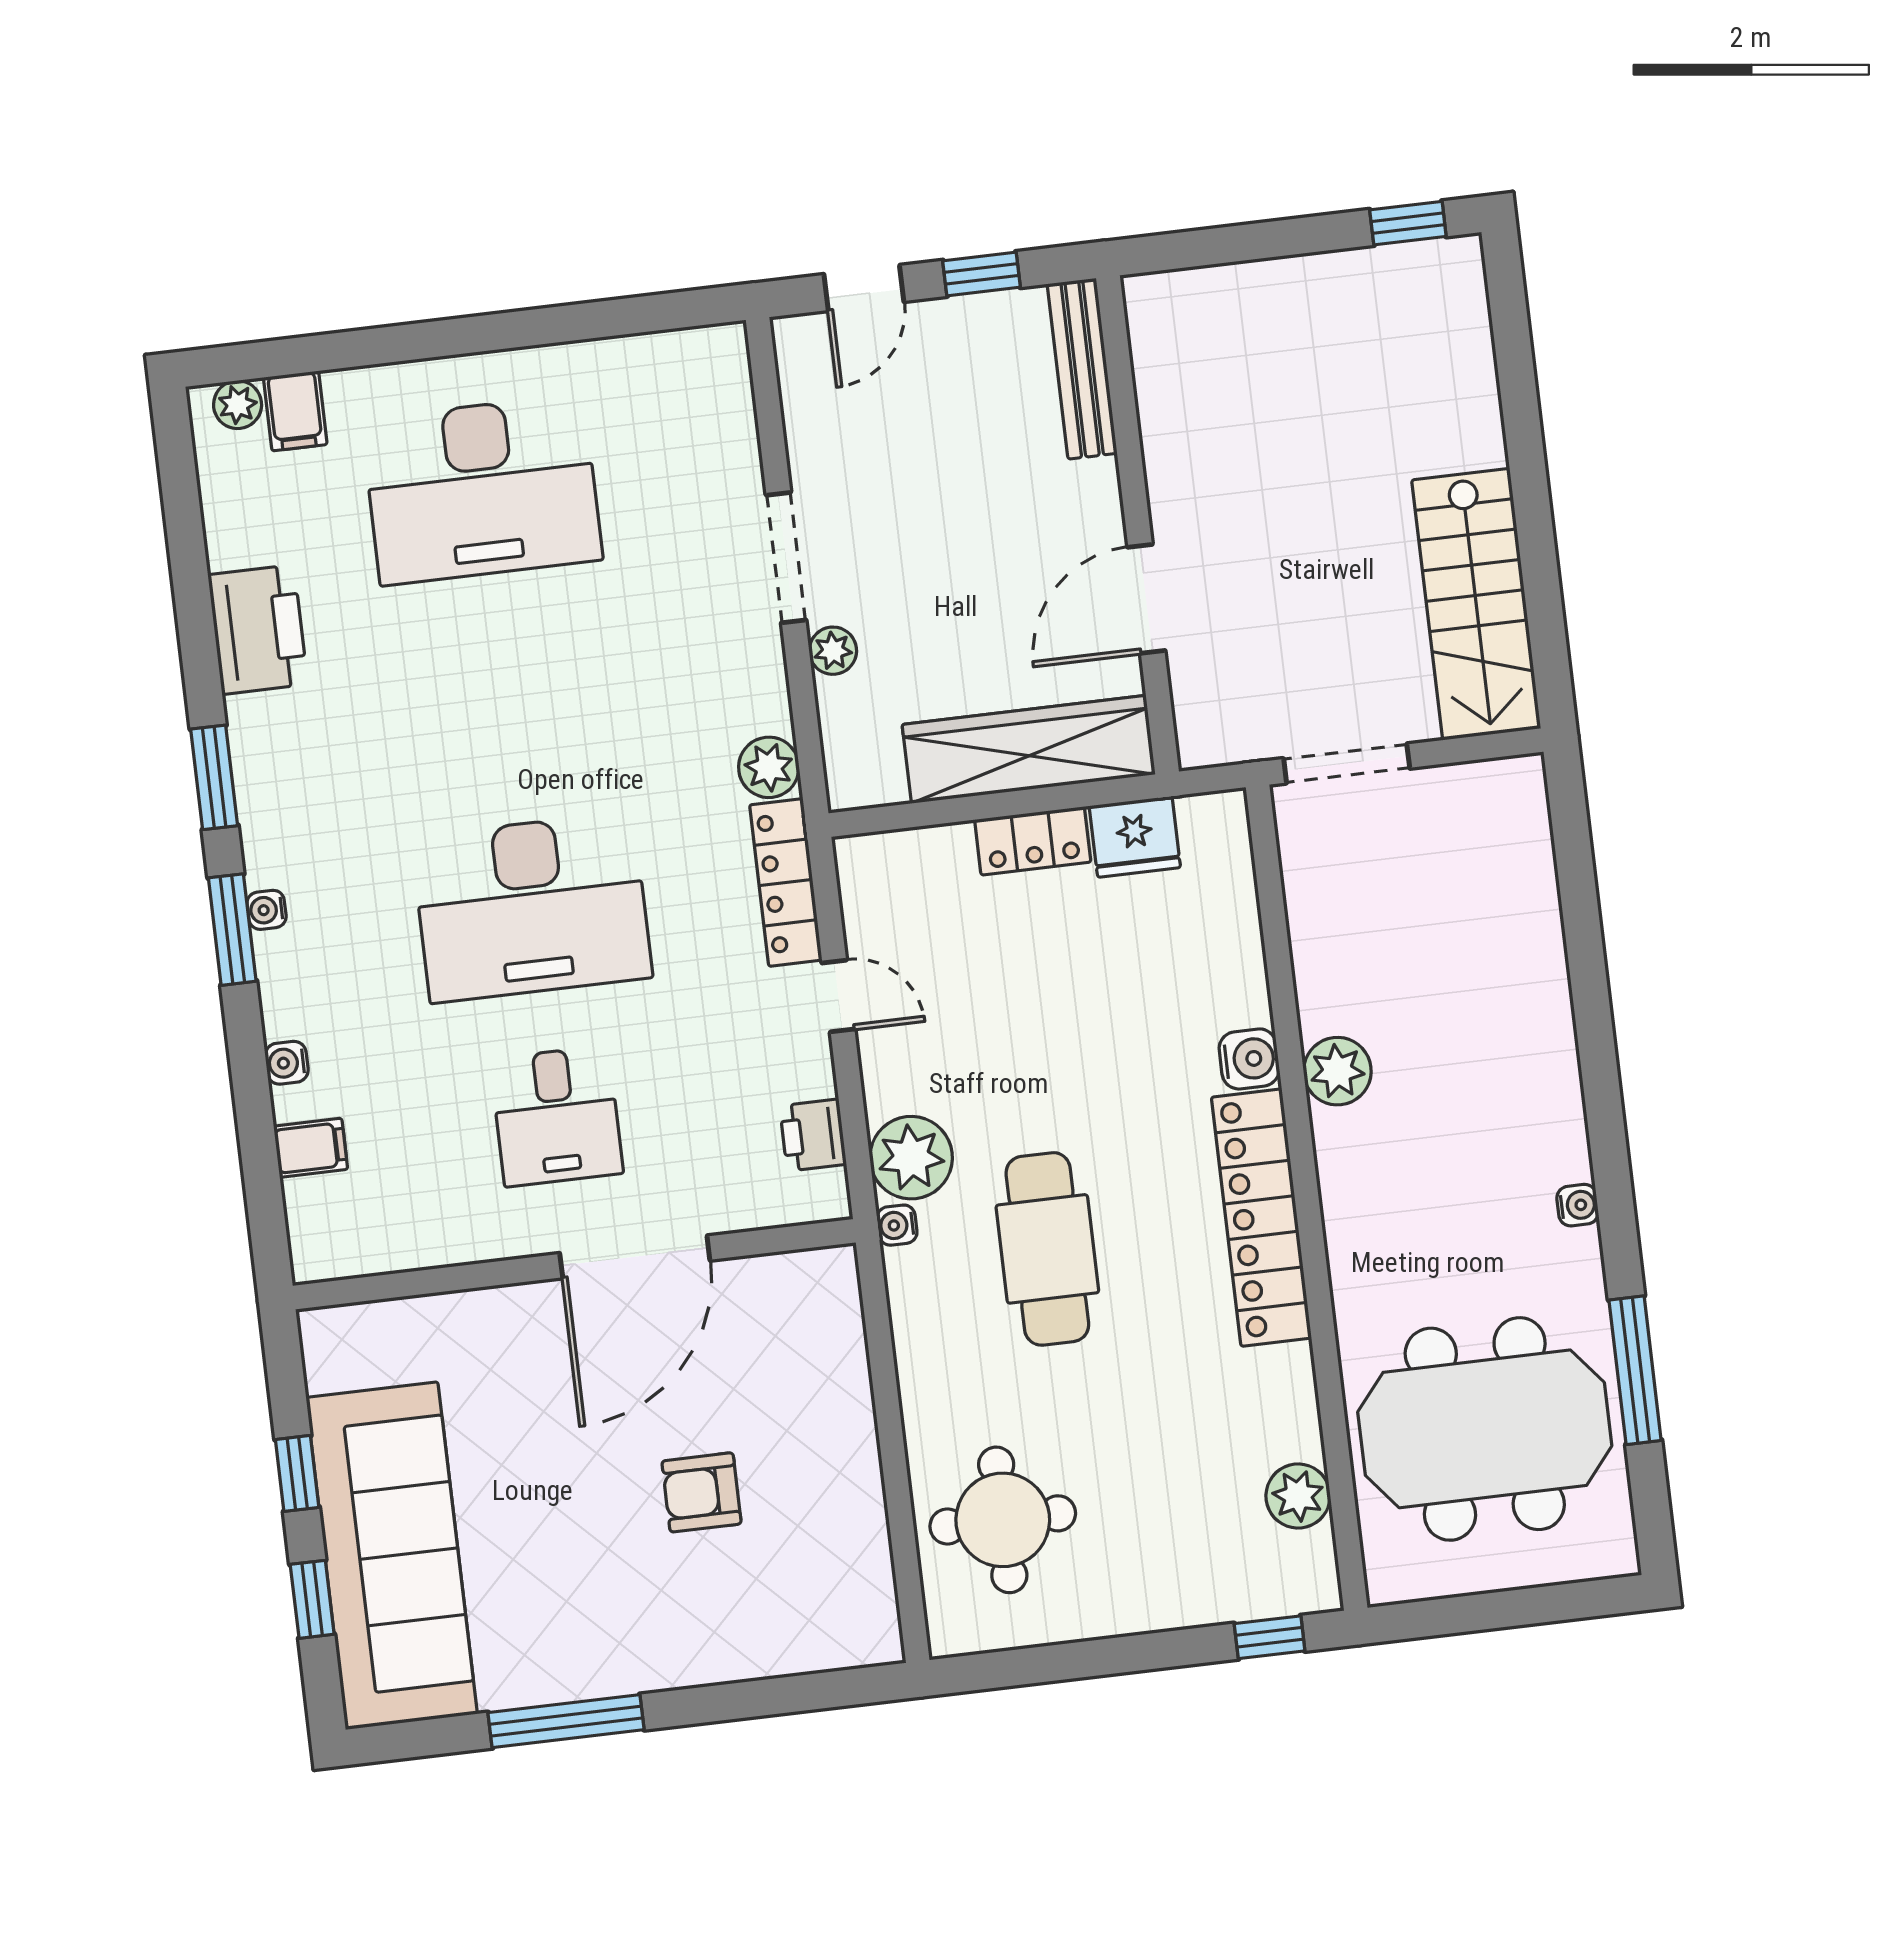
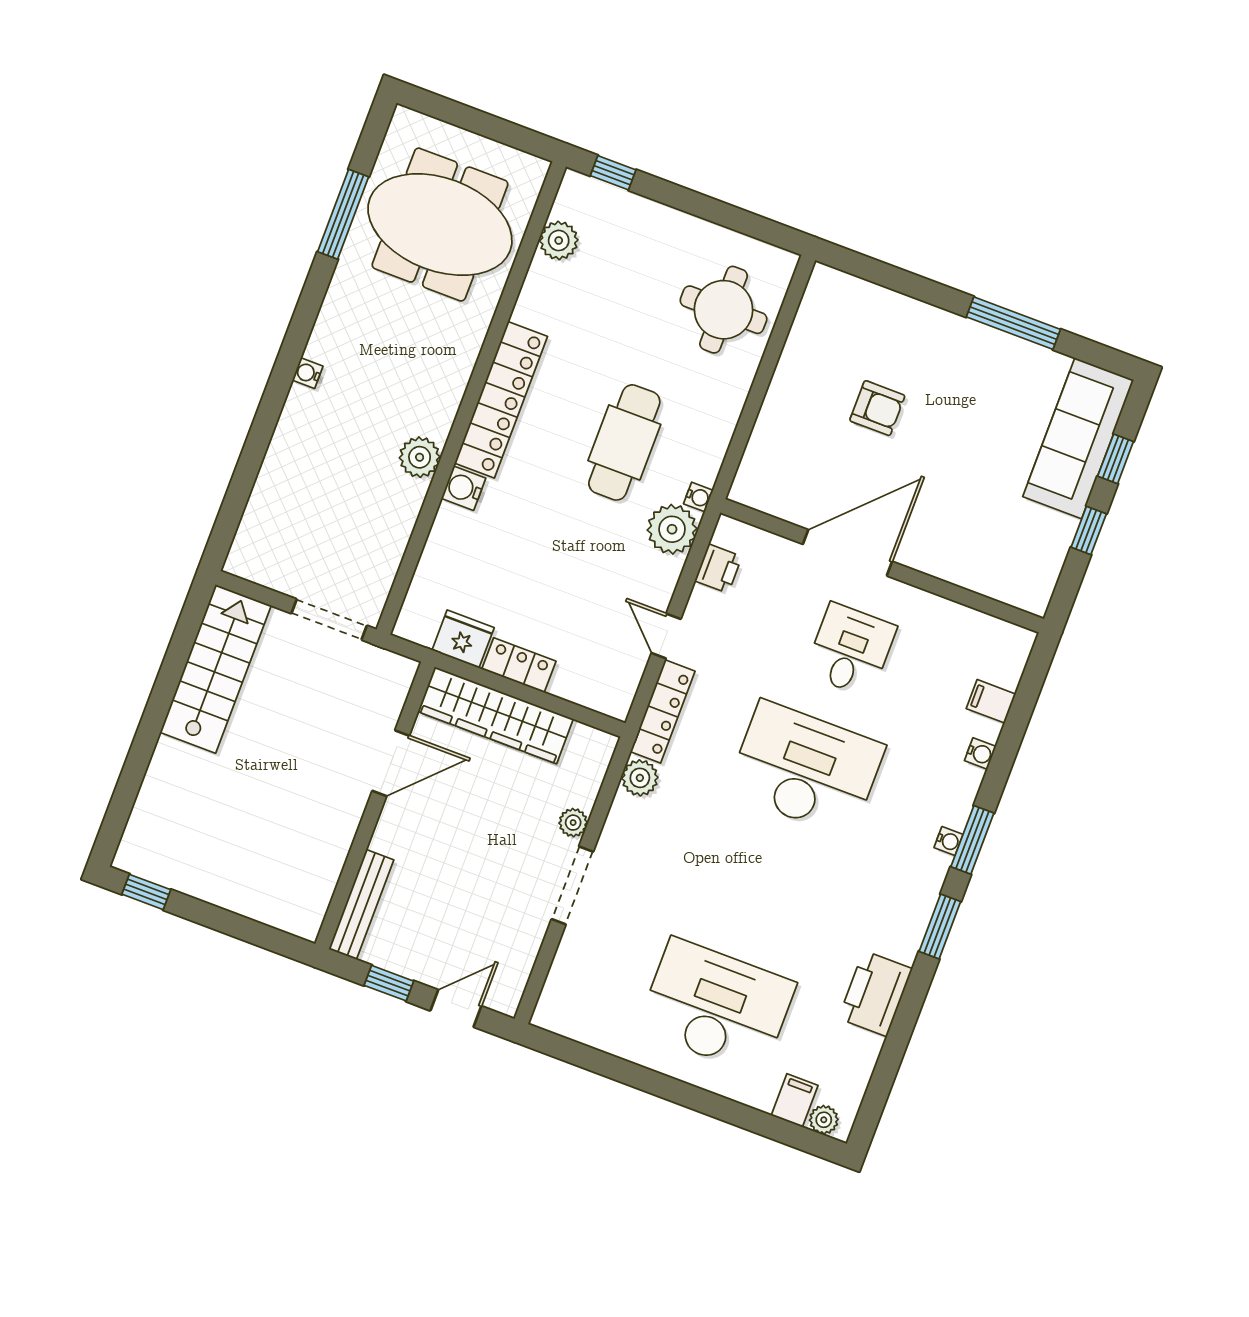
water cooler: (1578, 1205) -> (308, 373), moved
sofa: (392, 1556) -> (1078, 438), width x0.74, depth x0.79

